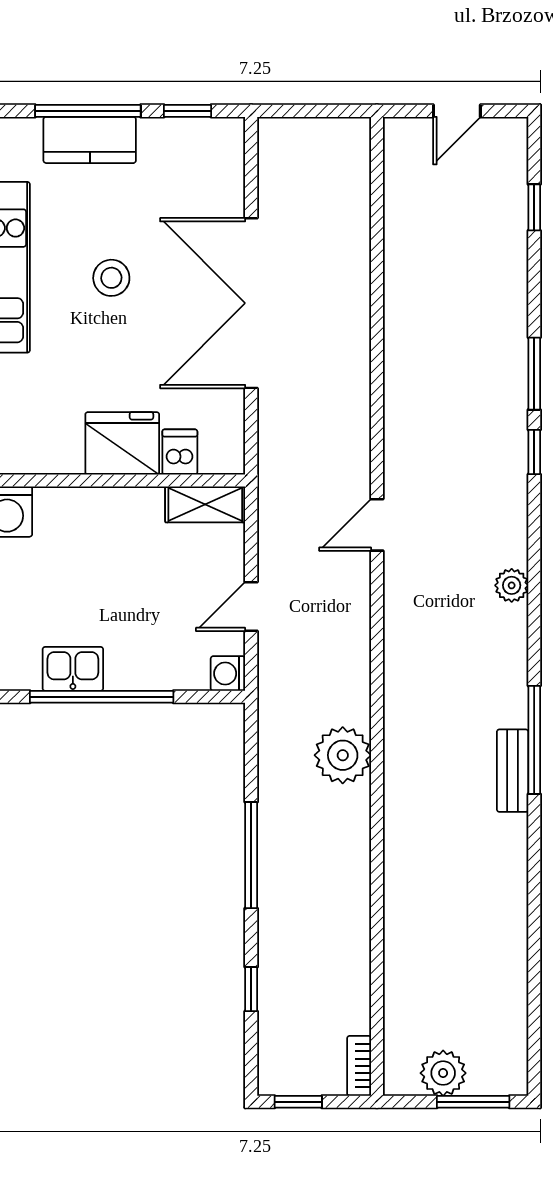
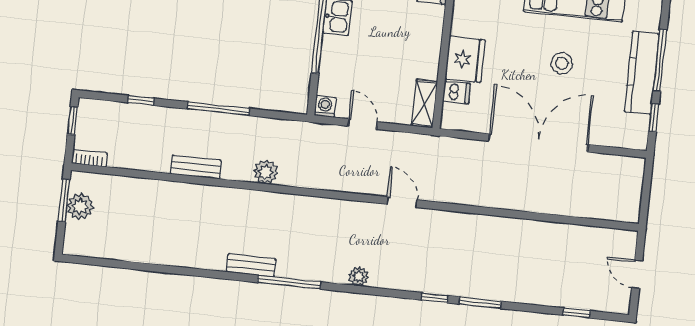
kitchen counter: (90, 140) -> (642, 73), width x1.50
window: (534, 740) -> (289, 282), moved
plant: (343, 755) -> (266, 172), width x0.73, depth x0.73
bench: (355, 883) -> (196, 167), added
window: (473, 1102) -> (64, 200), moved

